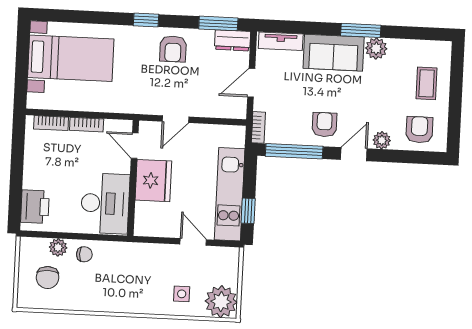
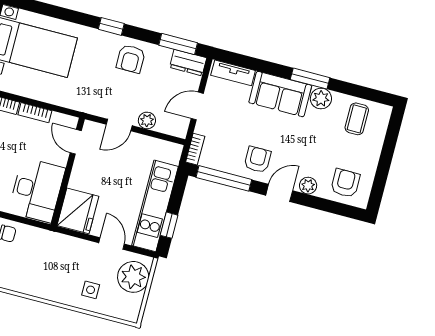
coffee table: (427, 83) -> (357, 119), moved
plant: (203, 108) -> (147, 120), added
fridge: (153, 181) -> (78, 211), moved
plant: (221, 302) -> (133, 277), moved

